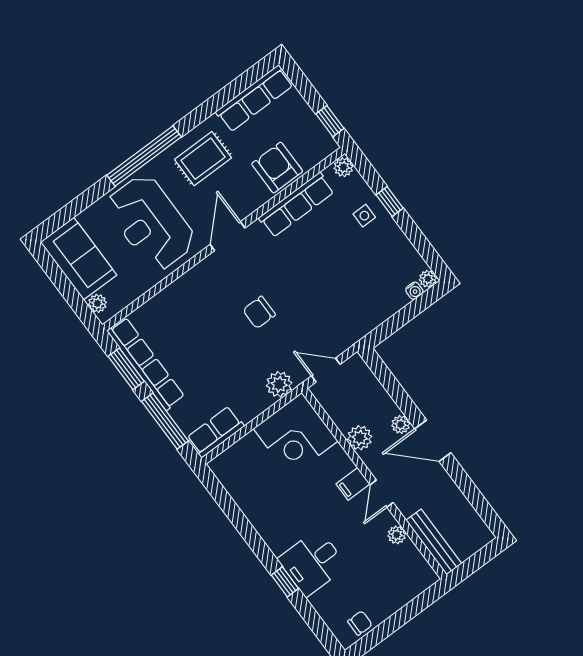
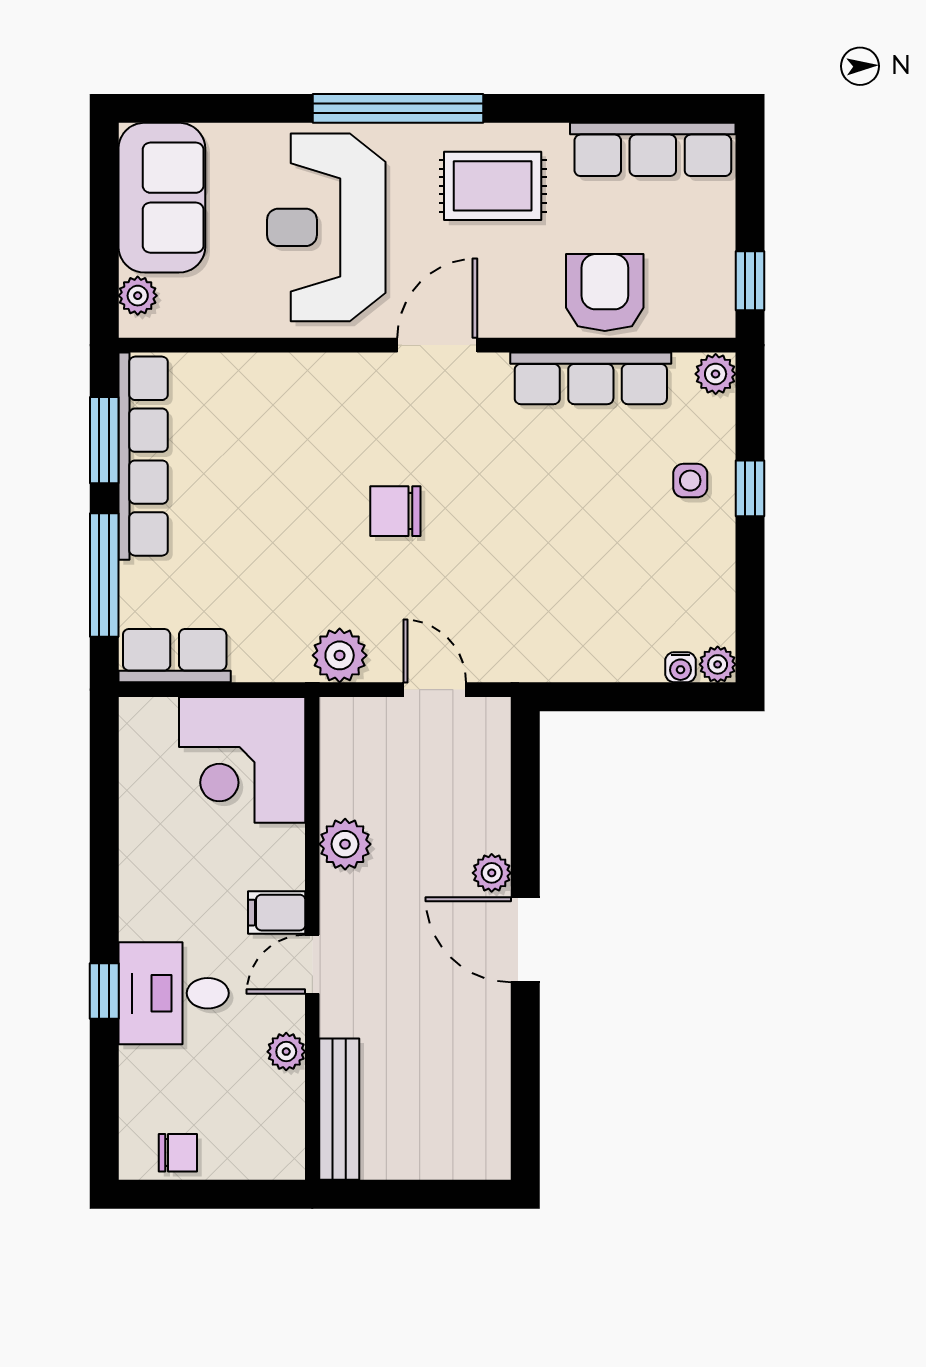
corner desk: (296, 435) -> (242, 760), moved
plant: (360, 438) -> (345, 844), moved
filing cabinet: (353, 484) -> (277, 913), moved
wall: (374, 484) -> (312, 938), moved
door: (382, 494) -> (312, 964), moved
plant: (397, 535) -> (286, 1052), moved
bench: (434, 542) -> (339, 1109), moved

